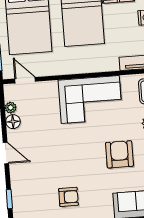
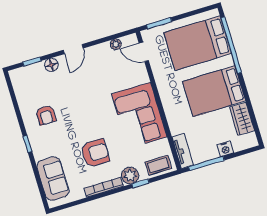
door: (25, 80) -> (144, 52), swing flipped
floor lamp: (13, 122) -> (51, 65), moved

